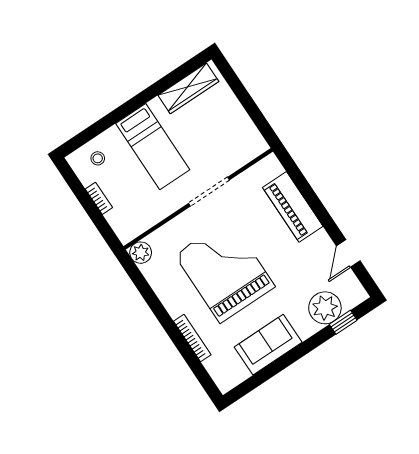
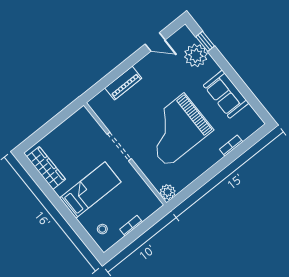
piano: (293, 207) -> (123, 83), width x0.73, depth x0.75
bookcase: (192, 338) -> (231, 145), width x0.64

